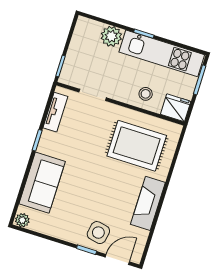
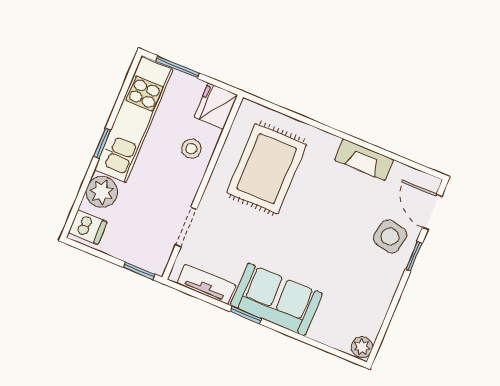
dishwasher: (87, 29) -> (88, 227), added
sofa: (42, 183) -> (276, 299), moved
fireplace: (148, 203) -> (364, 160), width x0.73, depth x0.76

